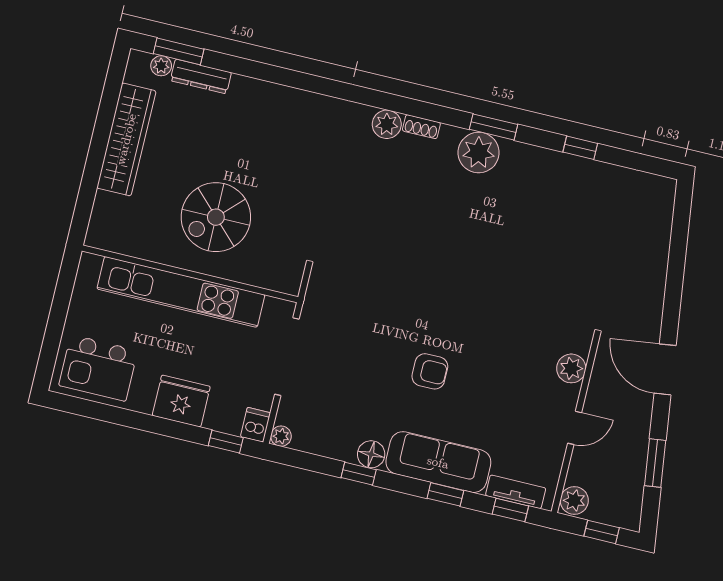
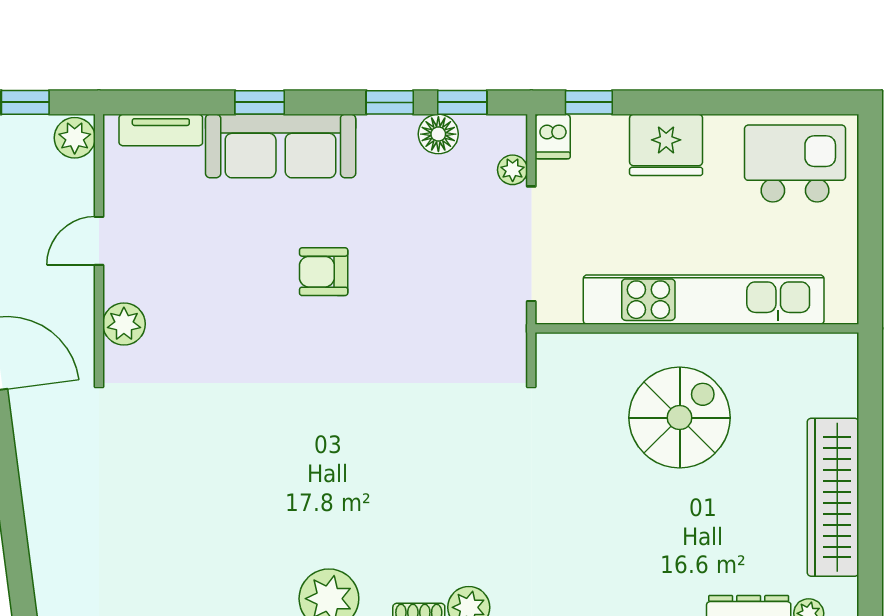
plant: (281, 436) -> (513, 170), moved
floor lamp: (371, 454) -> (438, 134), moved
window: (510, 510) -> (462, 102), moved

